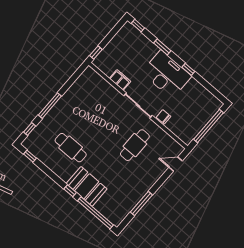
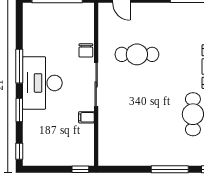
window: (188, 69) -> (19, 66), width x2.17
filing cabinet: (120, 80) -> (86, 117), width x0.50

